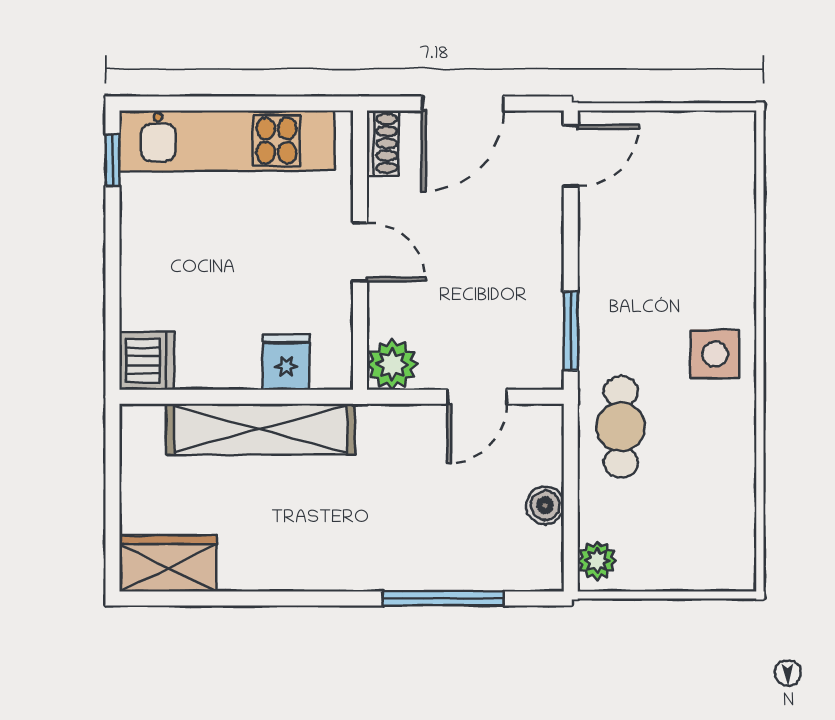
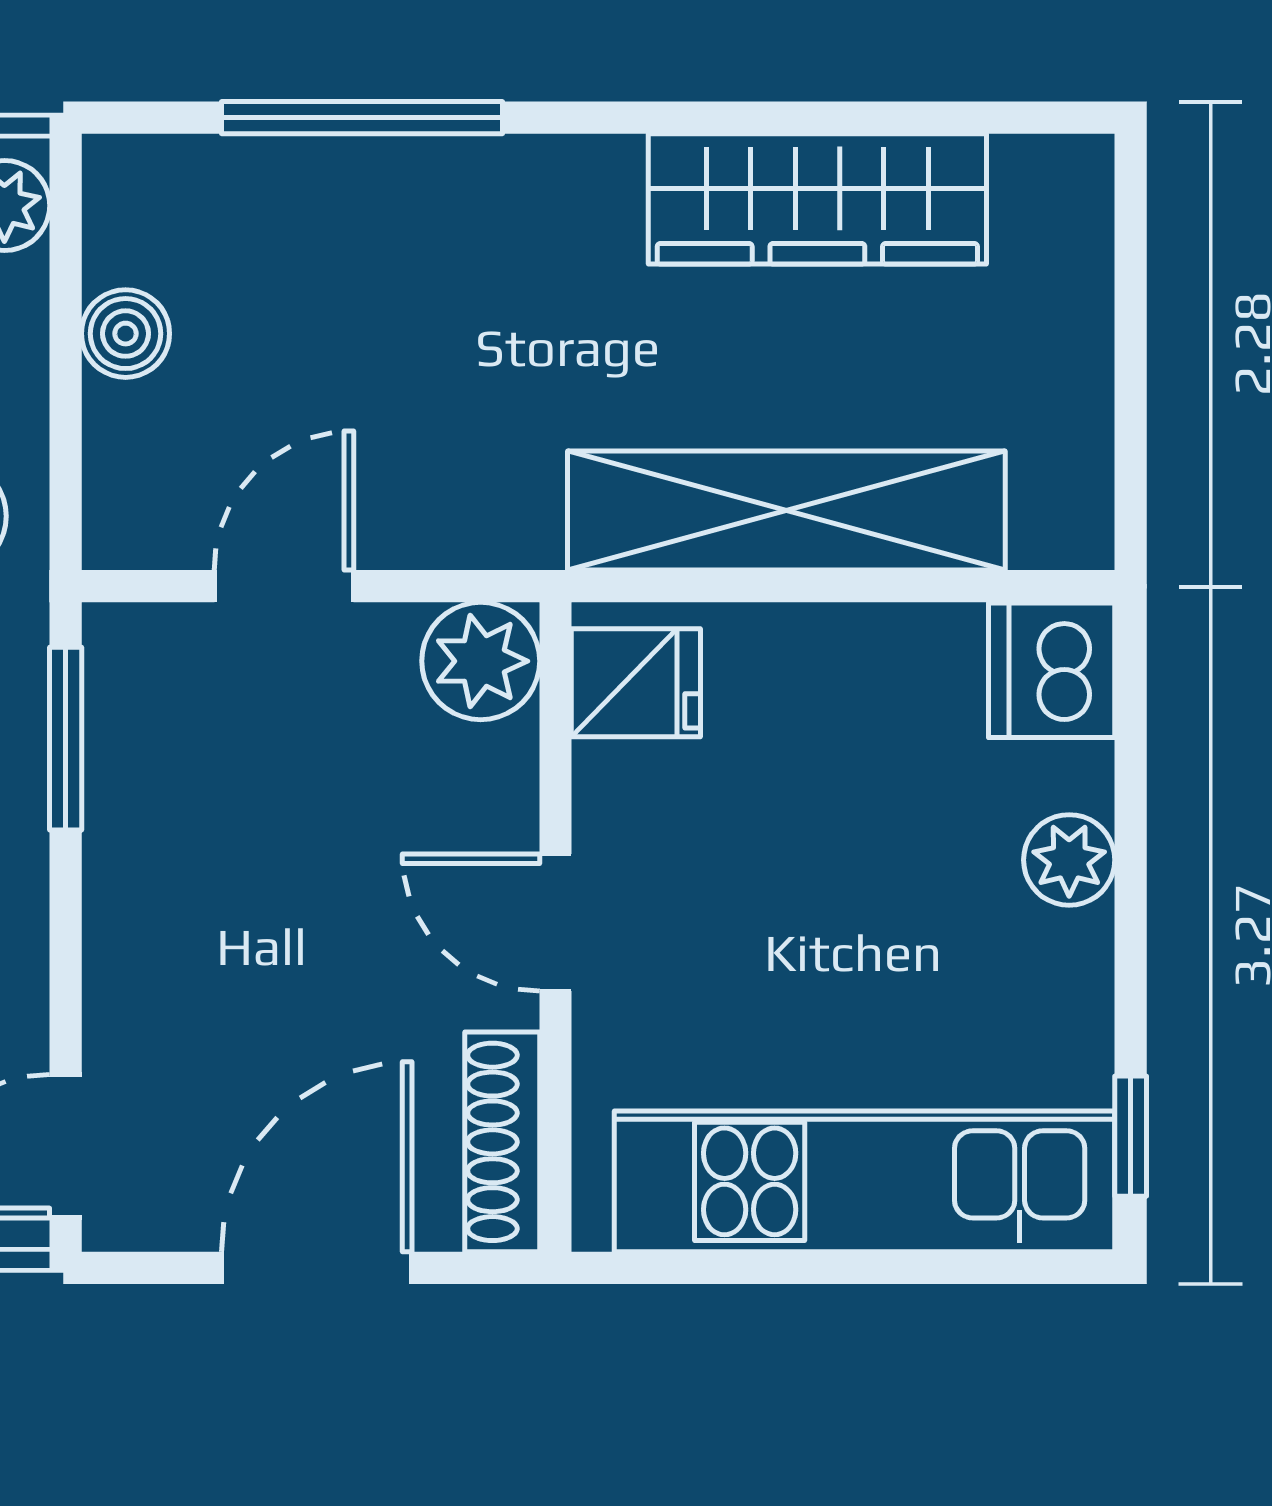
shoe rack: (383, 143) -> (502, 1142), width x1.43
plant: (139, 279) -> (1069, 860), added
fridge: (286, 362) -> (636, 683), moved, turned -90
wardrobe: (168, 563) -> (817, 199), moved, width x1.50

